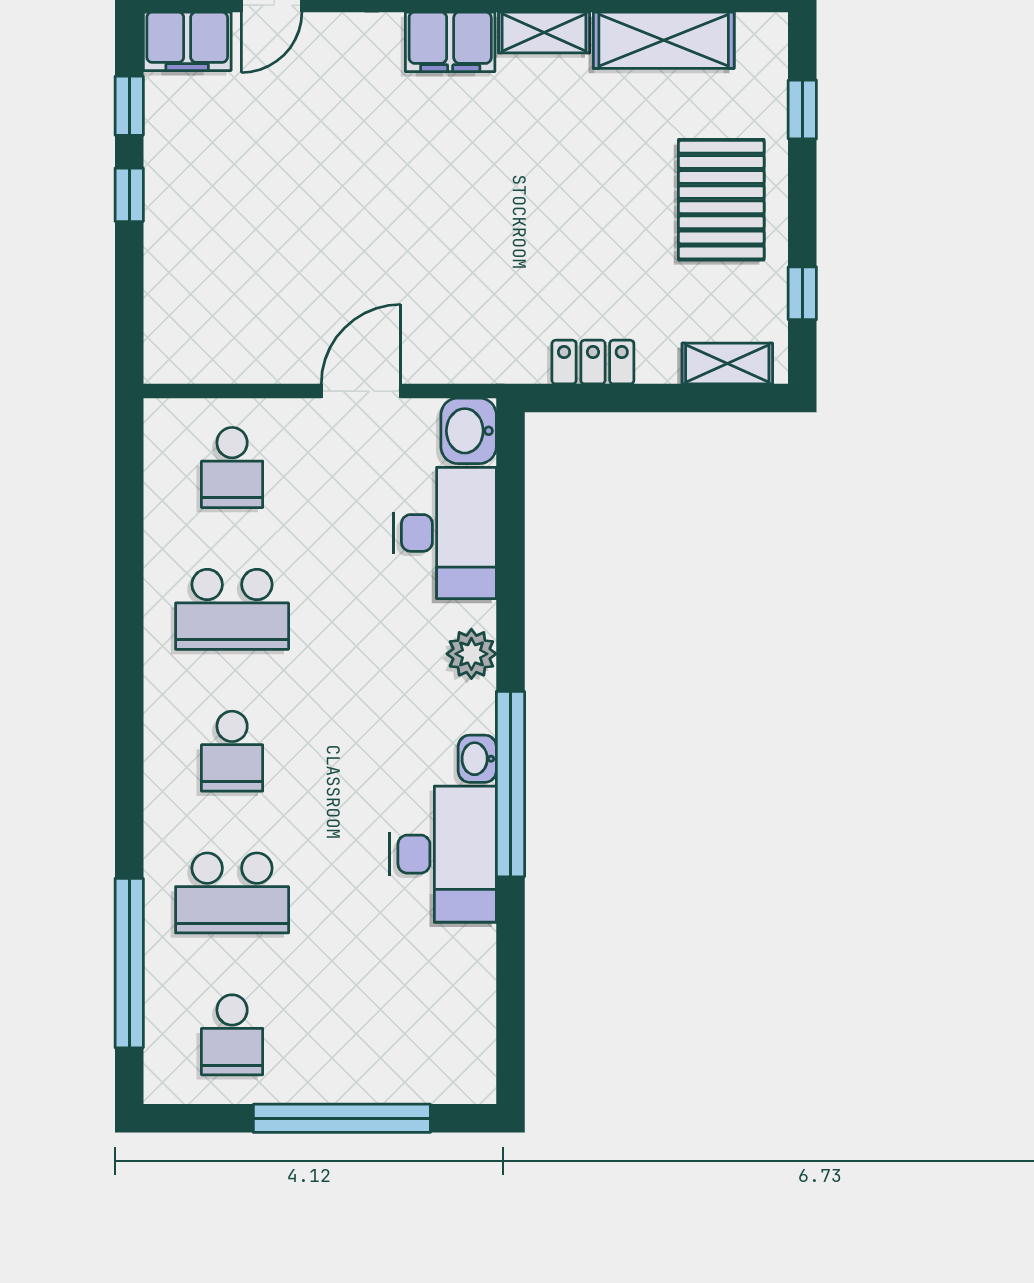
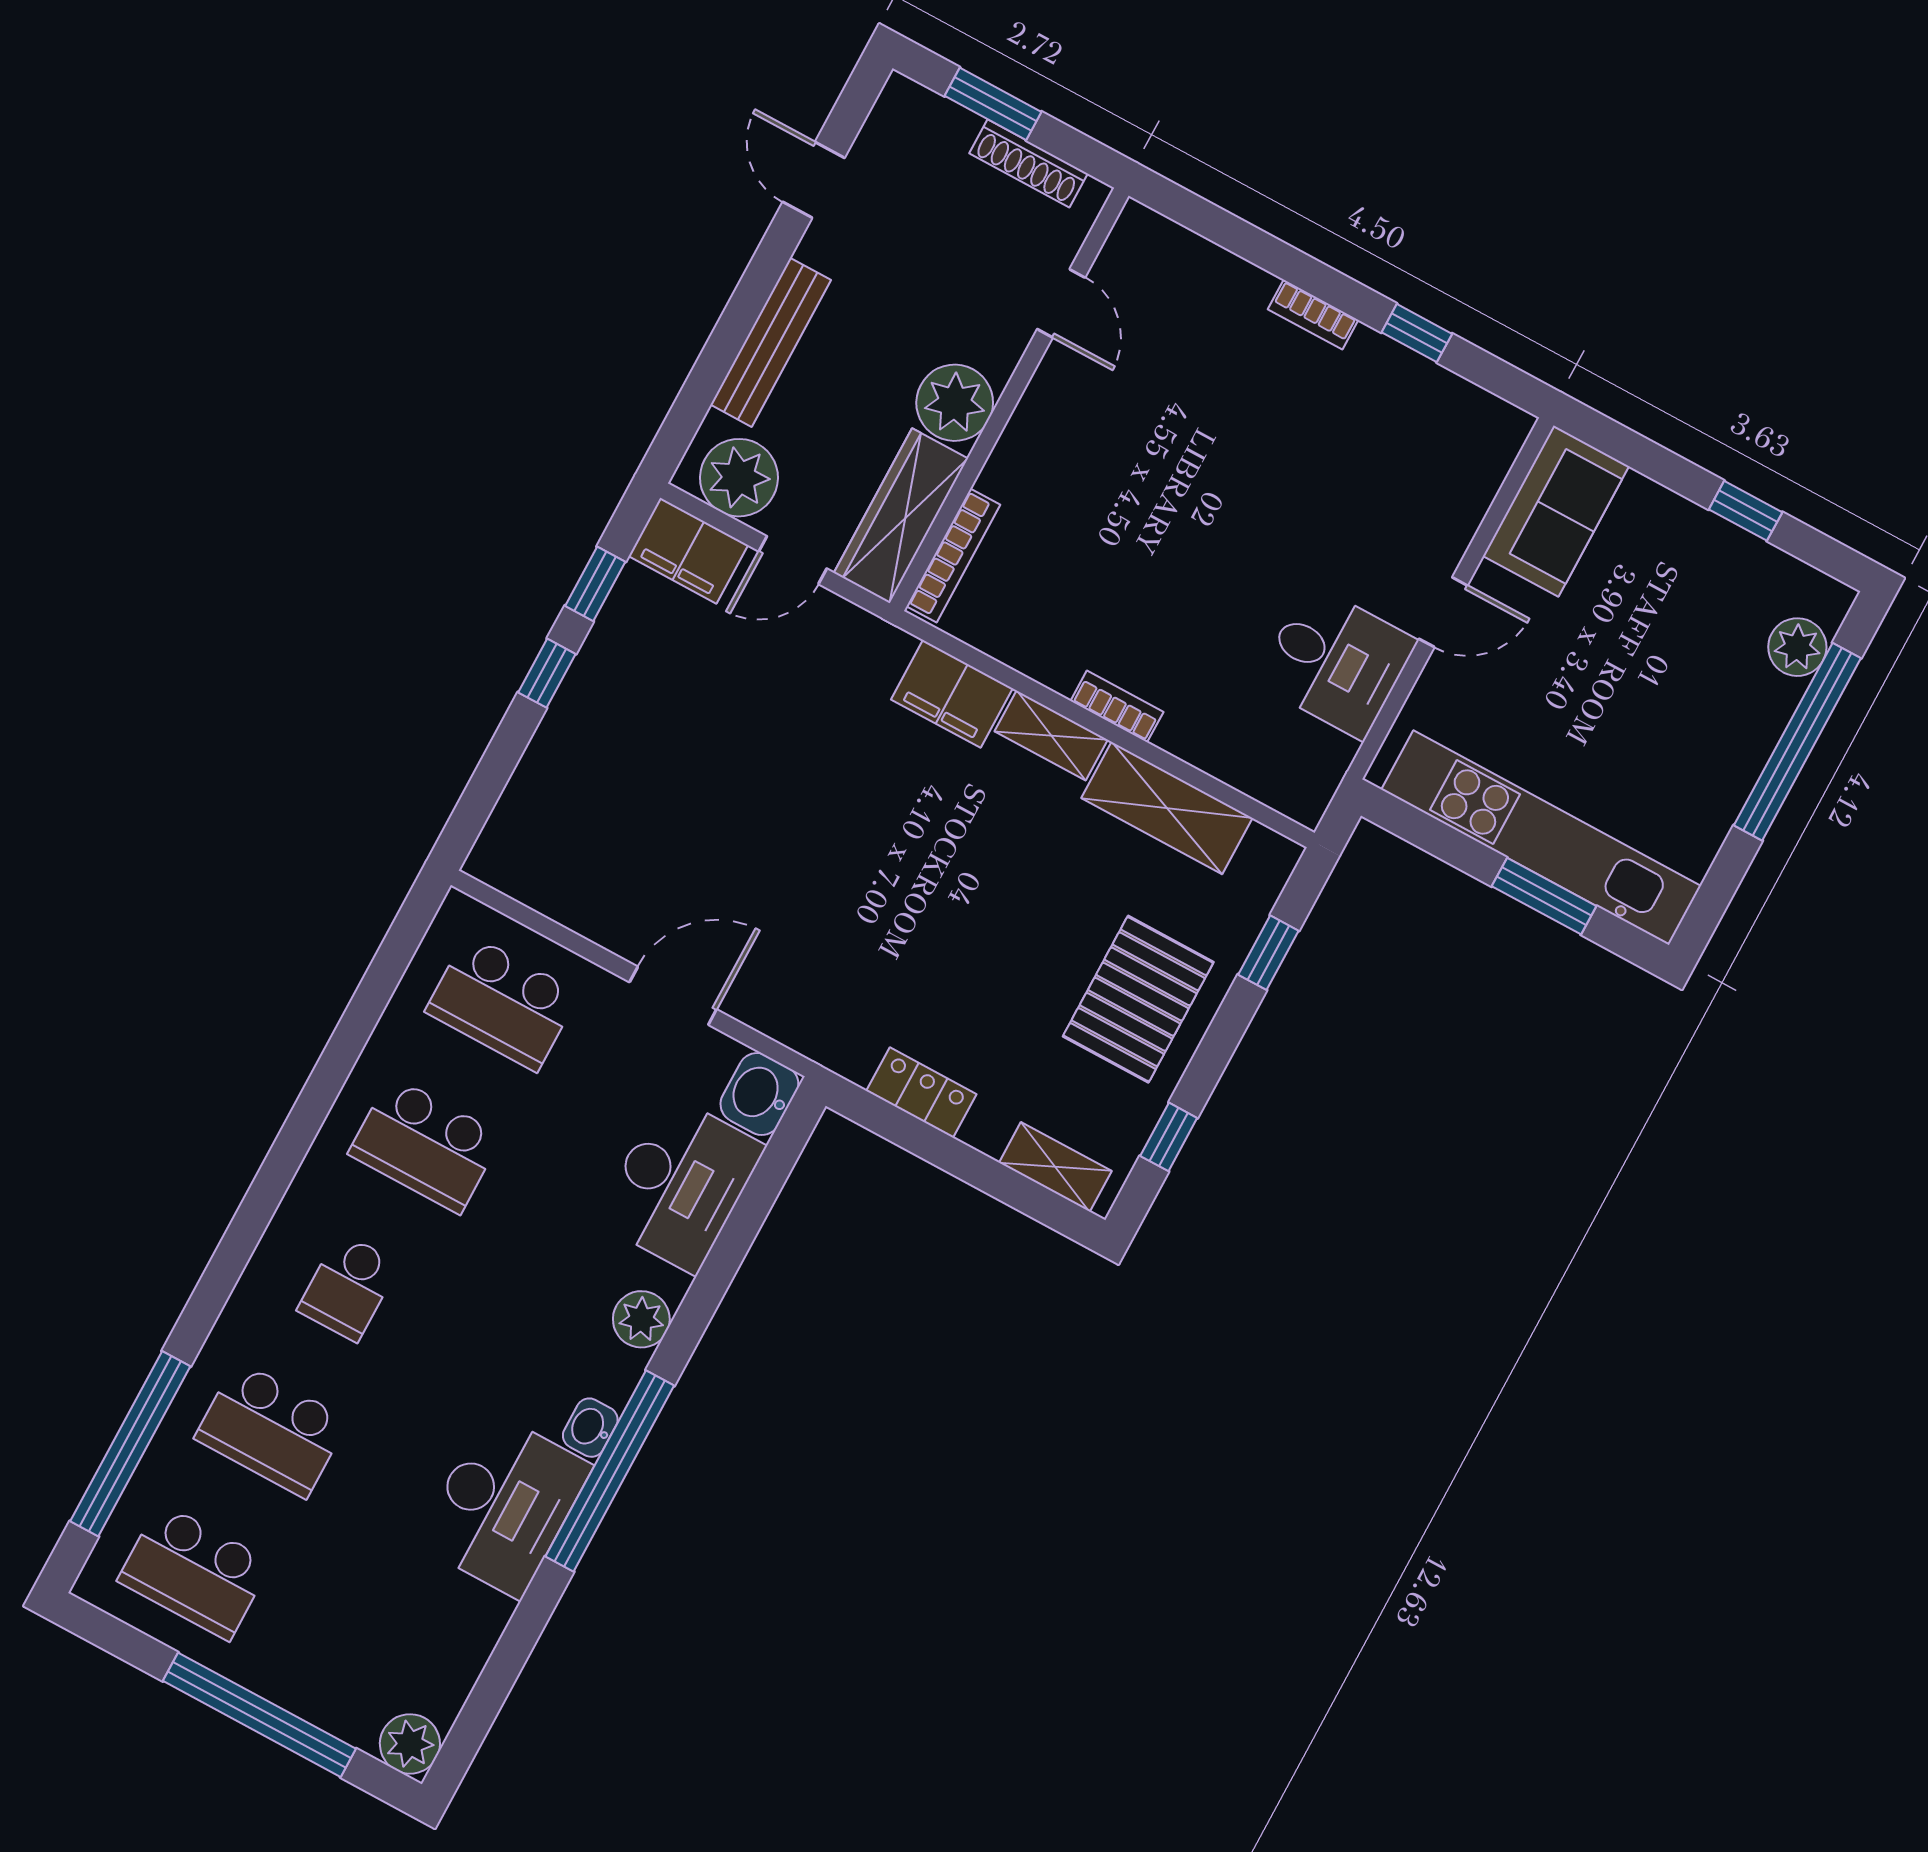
school desk: (232, 467) -> (502, 1002), width x1.85
school desk: (232, 1035) -> (195, 1572), width x1.85
plant: (470, 1078) -> (410, 1744), added

